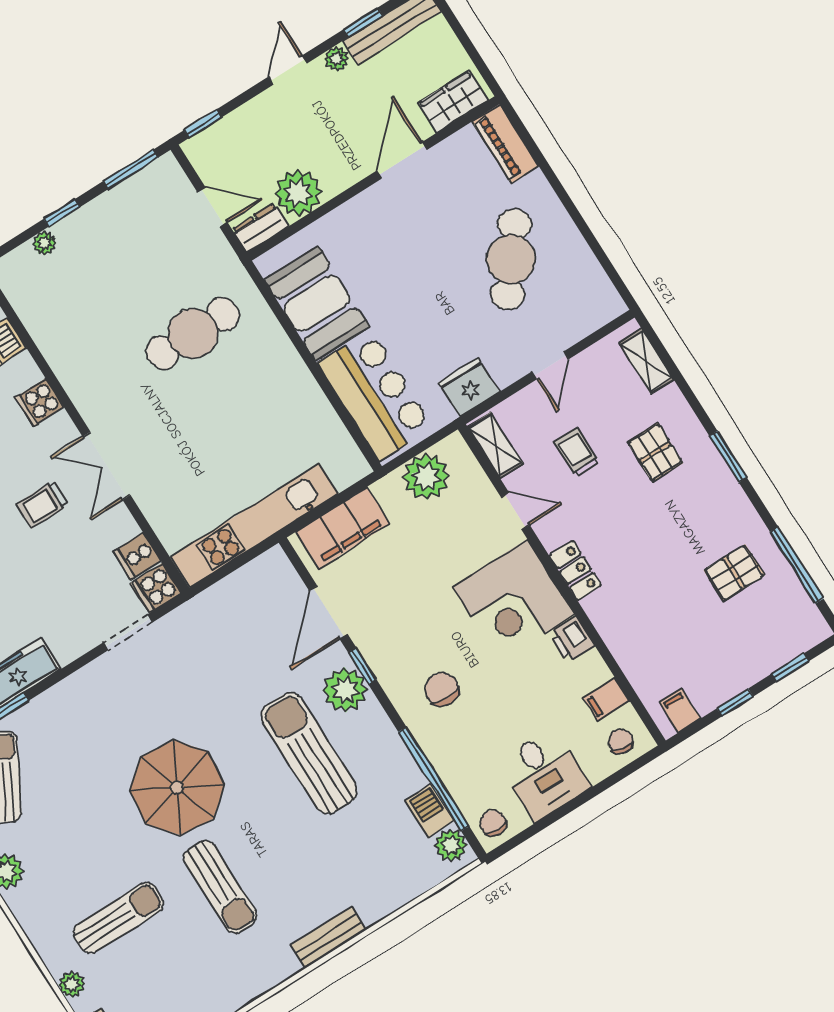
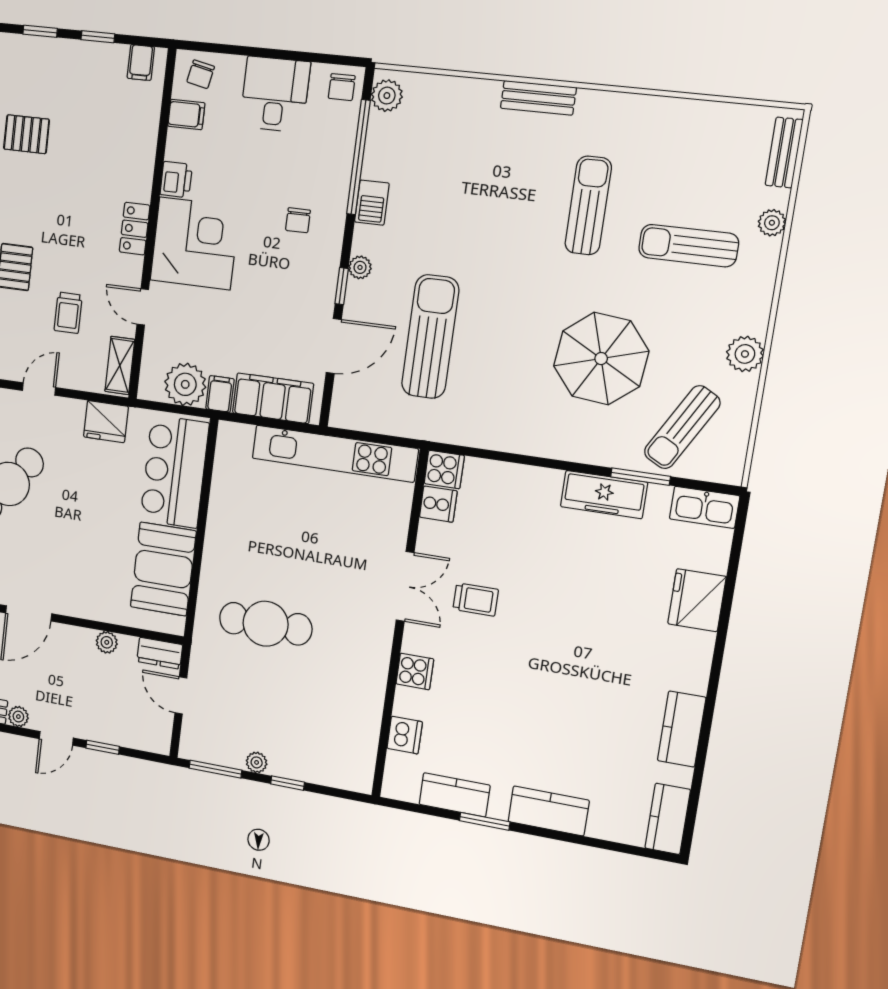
window: (203, 124) -> (103, 747), moved
plant: (298, 193) -> (107, 642), width x0.53, depth x0.53
plant: (44, 243) -> (257, 762), moved
filing cabinet: (390, 494) -> (220, 394), added
doorway: (128, 632) -> (493, 455), removed
chair: (442, 689) -> (298, 220), width x0.73, depth x0.73
plant: (345, 690) -> (360, 267), width x0.53, depth x0.53
sun lounger: (309, 753) -> (430, 337), moved, turned 180
parasol: (177, 788) -> (601, 359), moved
barbecue: (430, 811) -> (372, 203), moved

